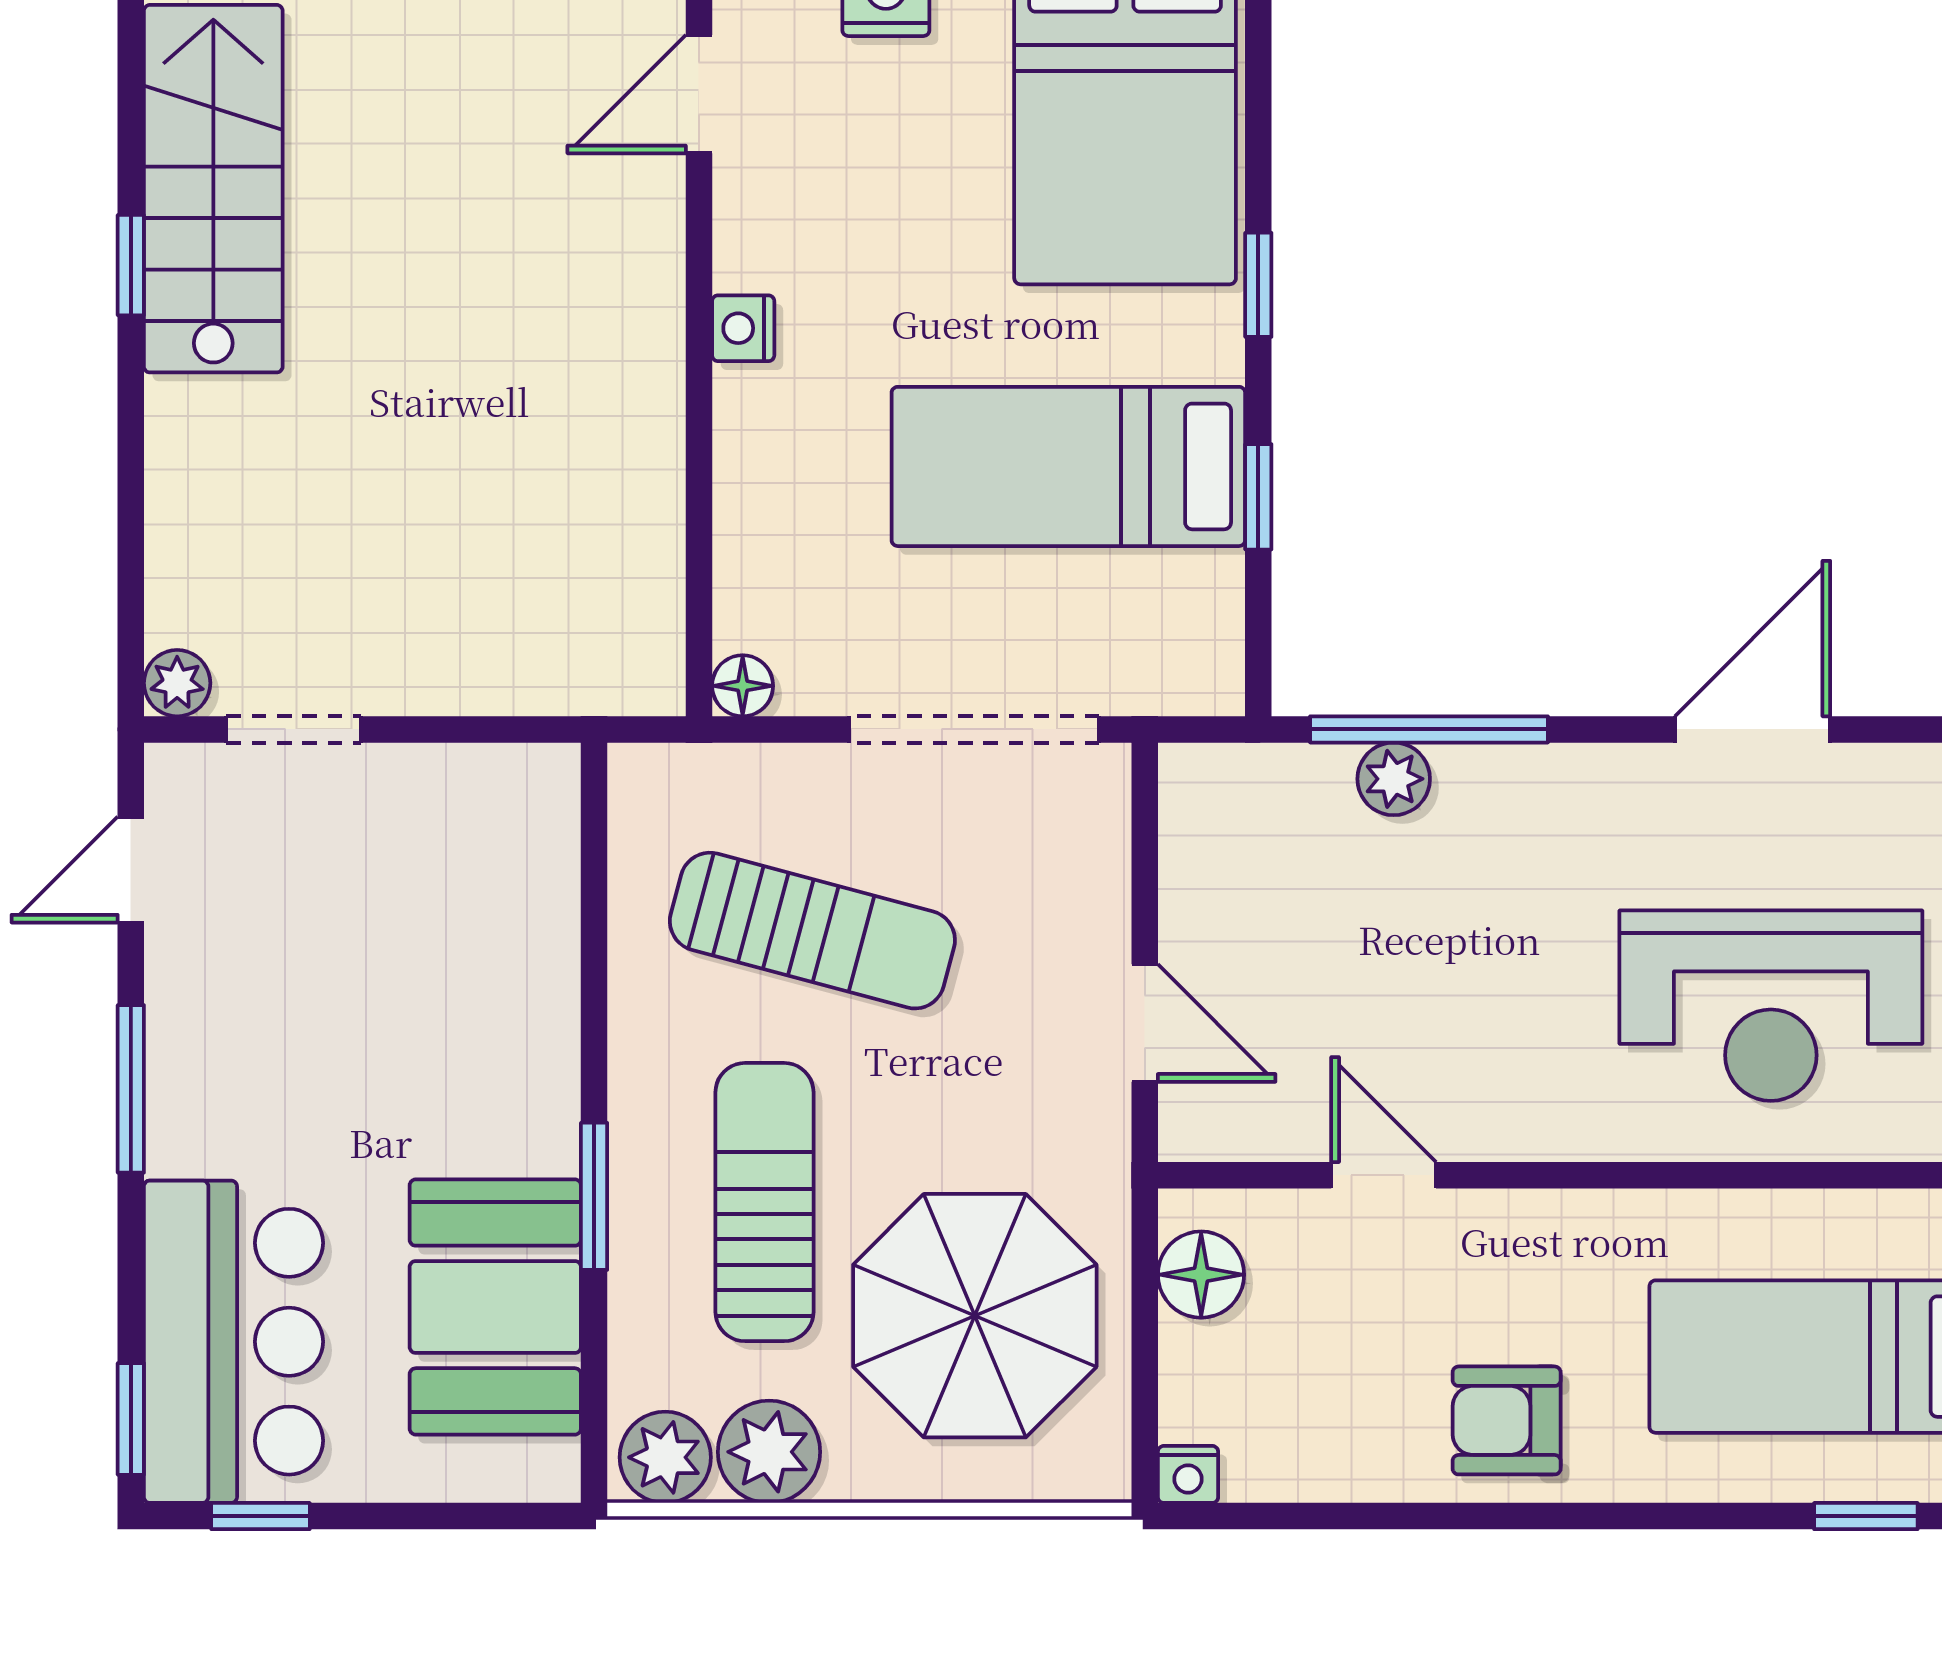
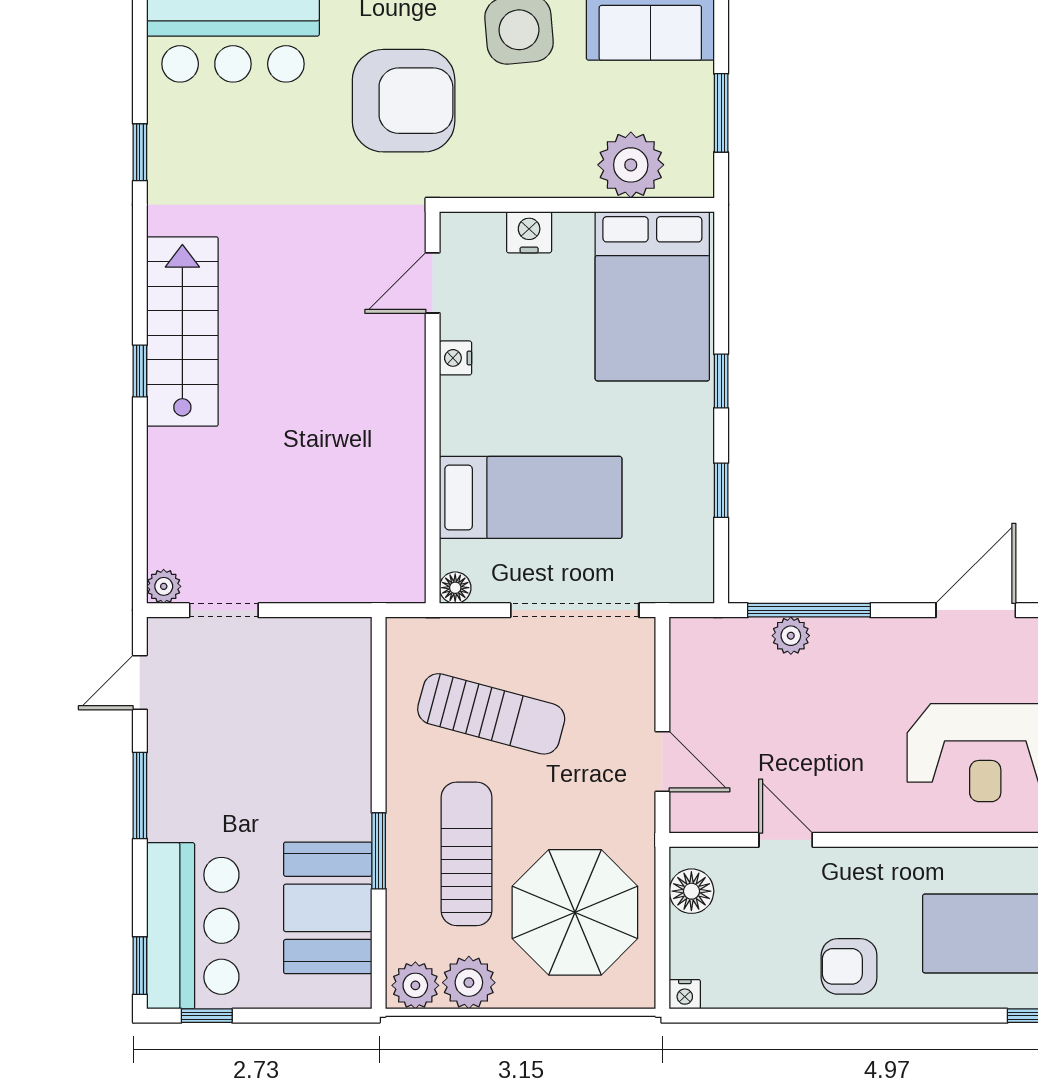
nightstand: (743, 328) -> (456, 358), moved
bed: (1068, 466) -> (531, 497), moved, turned 180

